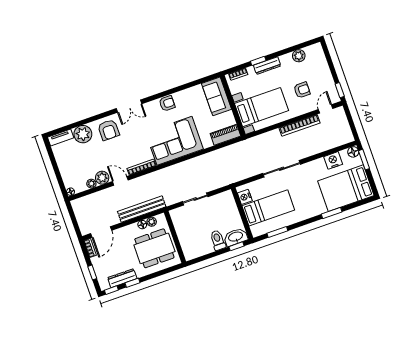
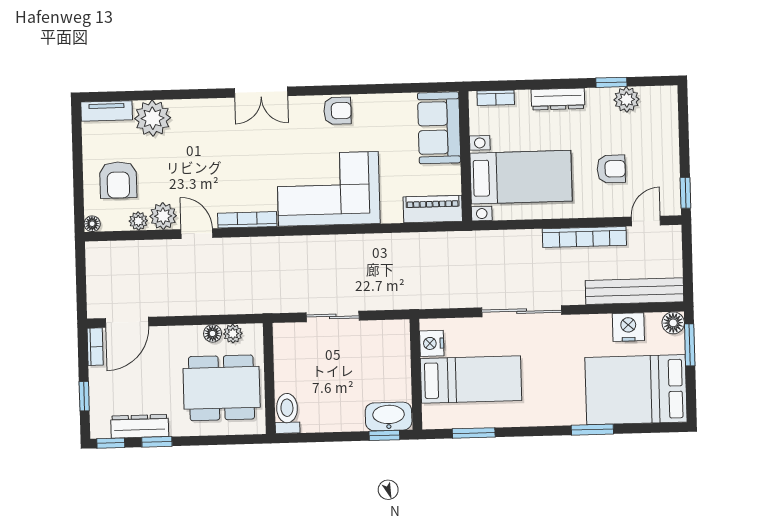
window: (258, 61) -> (611, 82), moved
armchair: (109, 130) -> (118, 180), moved
bench: (142, 209) -> (634, 291), moved
toilet: (218, 240) -> (287, 413), moved

